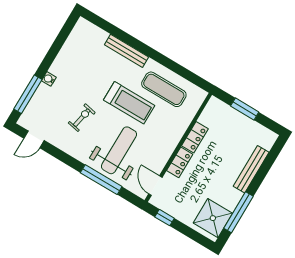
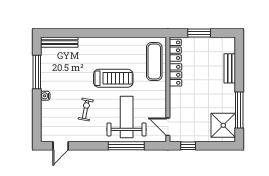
bench: (126, 51) -> (59, 42), moved
exercise mat: (164, 89) -> (154, 61), moved, turned 90
window: (28, 94) -> (37, 72), moved
locker: (180, 162) -> (175, 50), moved
bench: (251, 169) -> (230, 68), width x0.73

